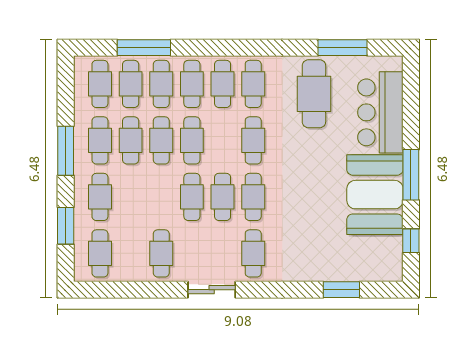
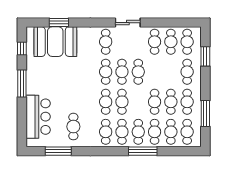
window: (144, 48) -> (143, 151), moved
cafe table: (314, 94) -> (73, 127), width x0.73, depth x0.74
cafe table: (192, 140) -> (122, 102), moved
window: (66, 151) -> (205, 113), moved
booth: (375, 195) -> (55, 42), moved, turned 90
cafe table: (131, 253) -> (171, 42), added

